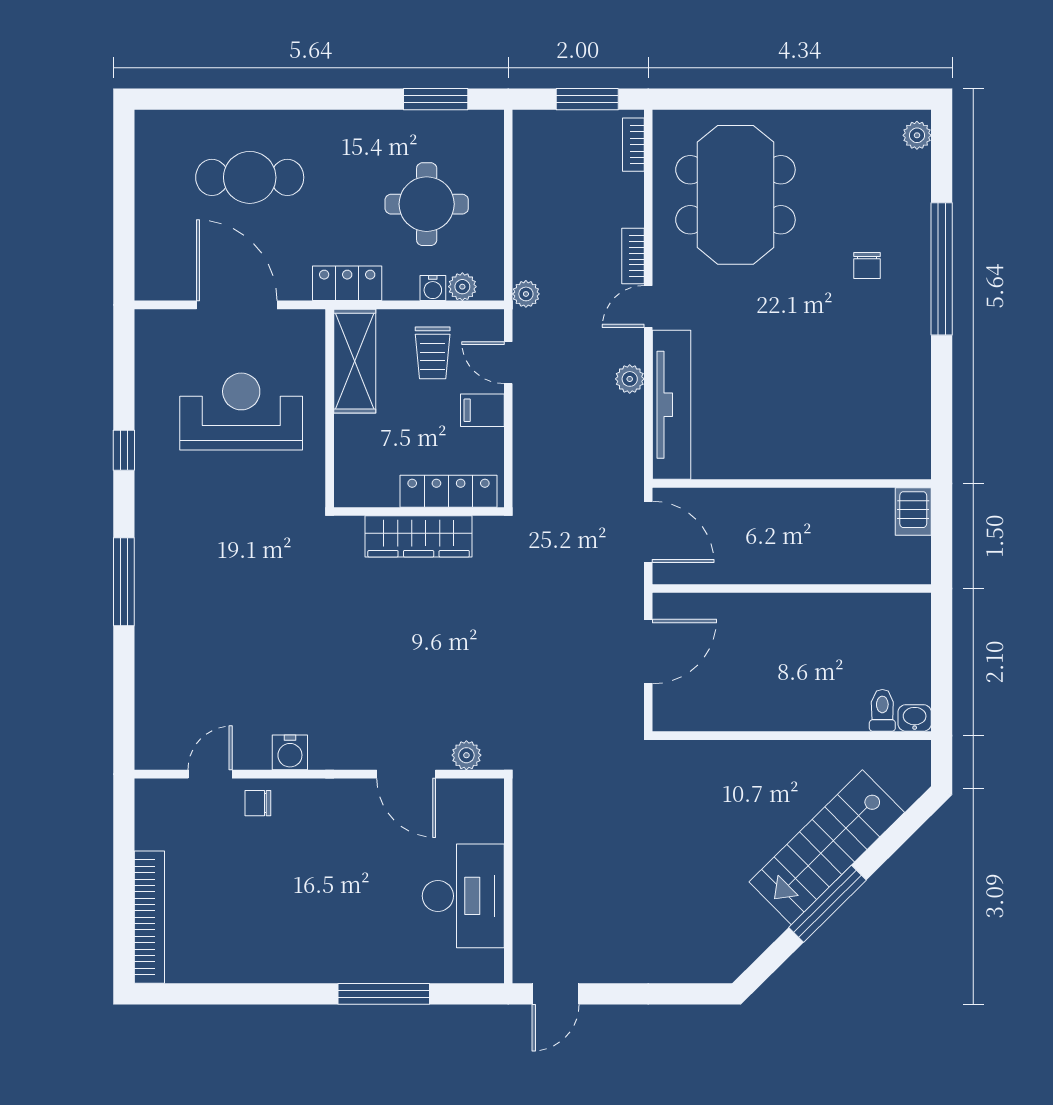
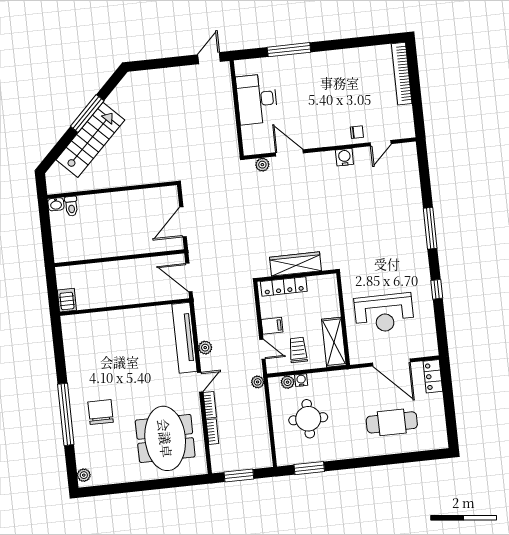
bookcase: (633, 145) -> (212, 432), moved
chair: (867, 266) -> (101, 412), width x1.87, depth x1.87
locker: (347, 283) -> (433, 376), moved, turned 90

